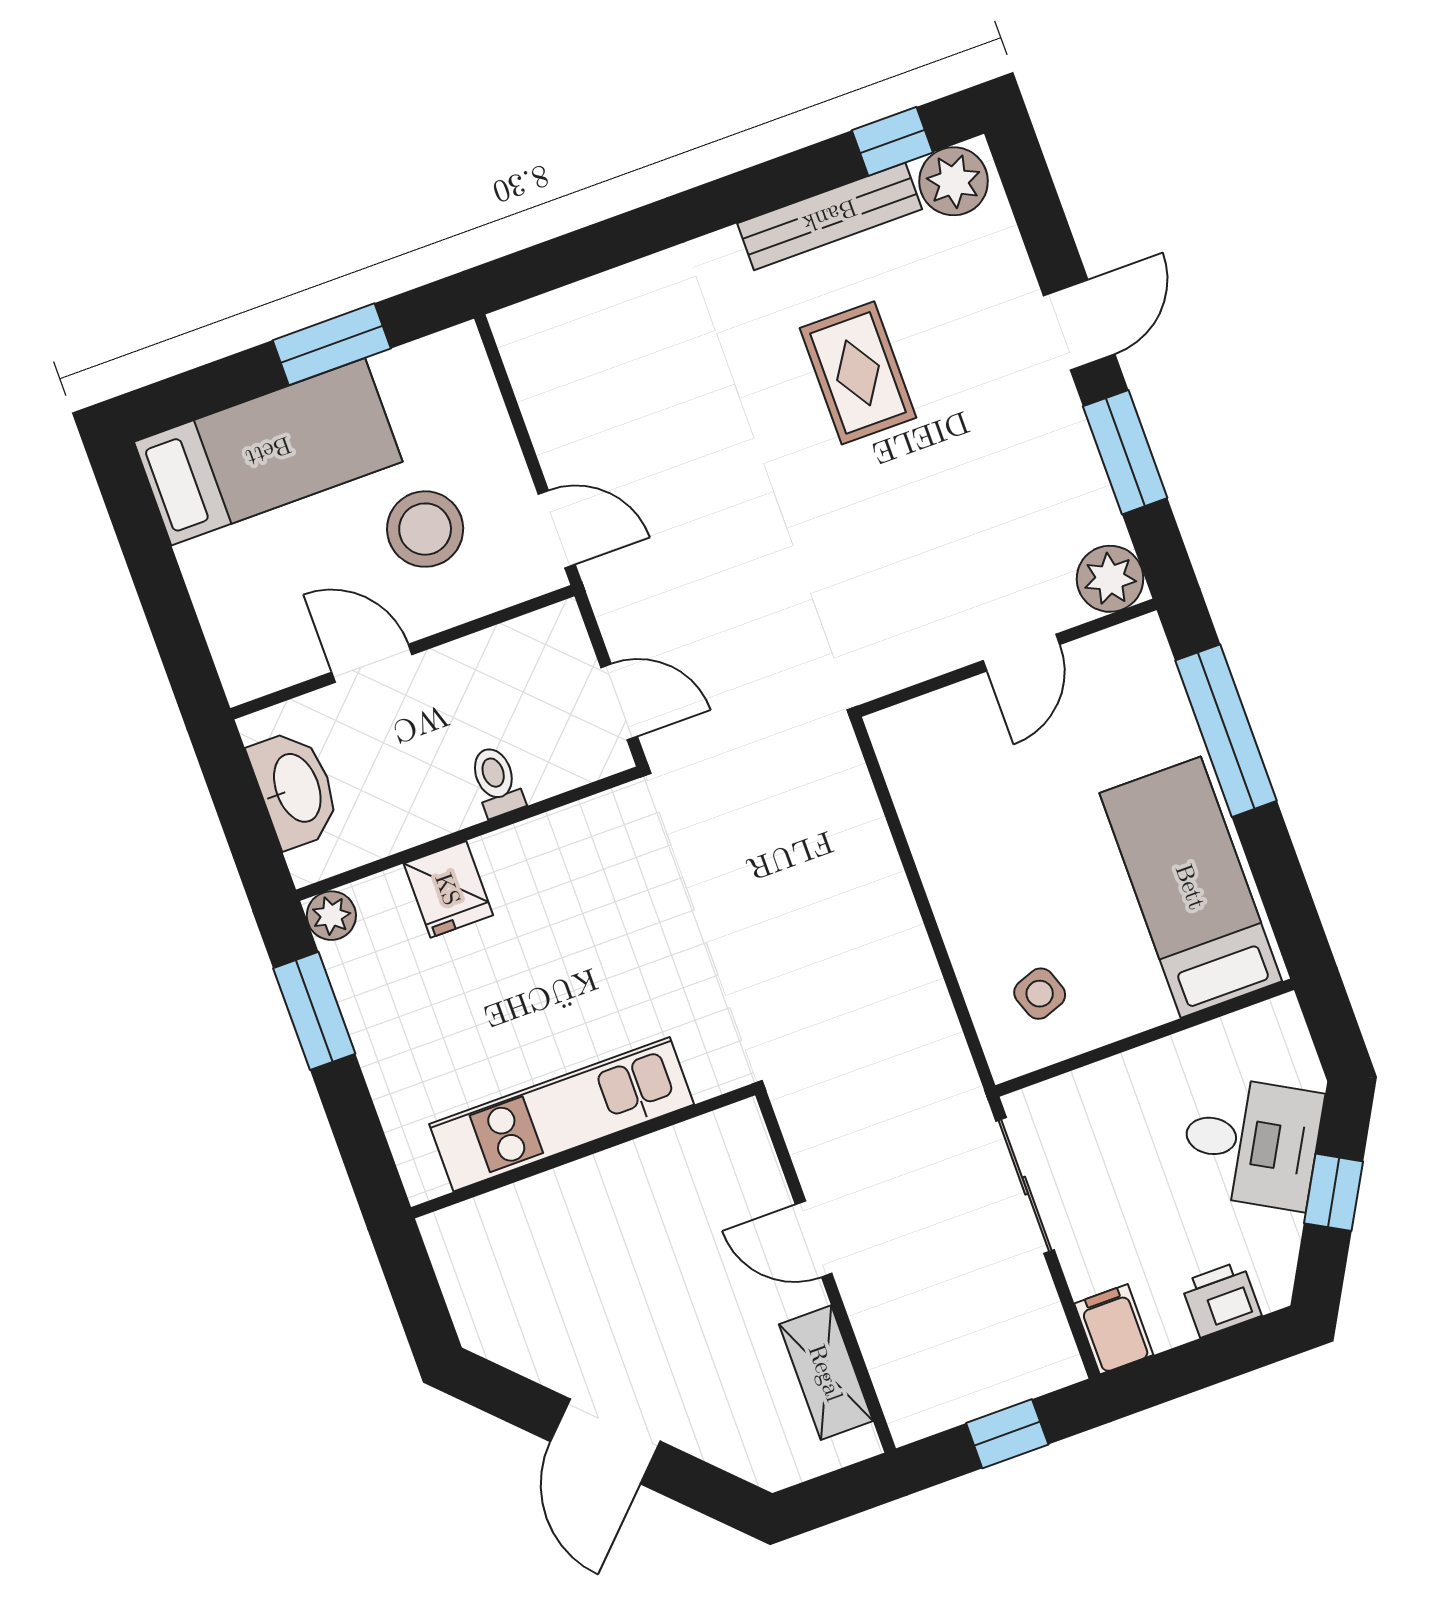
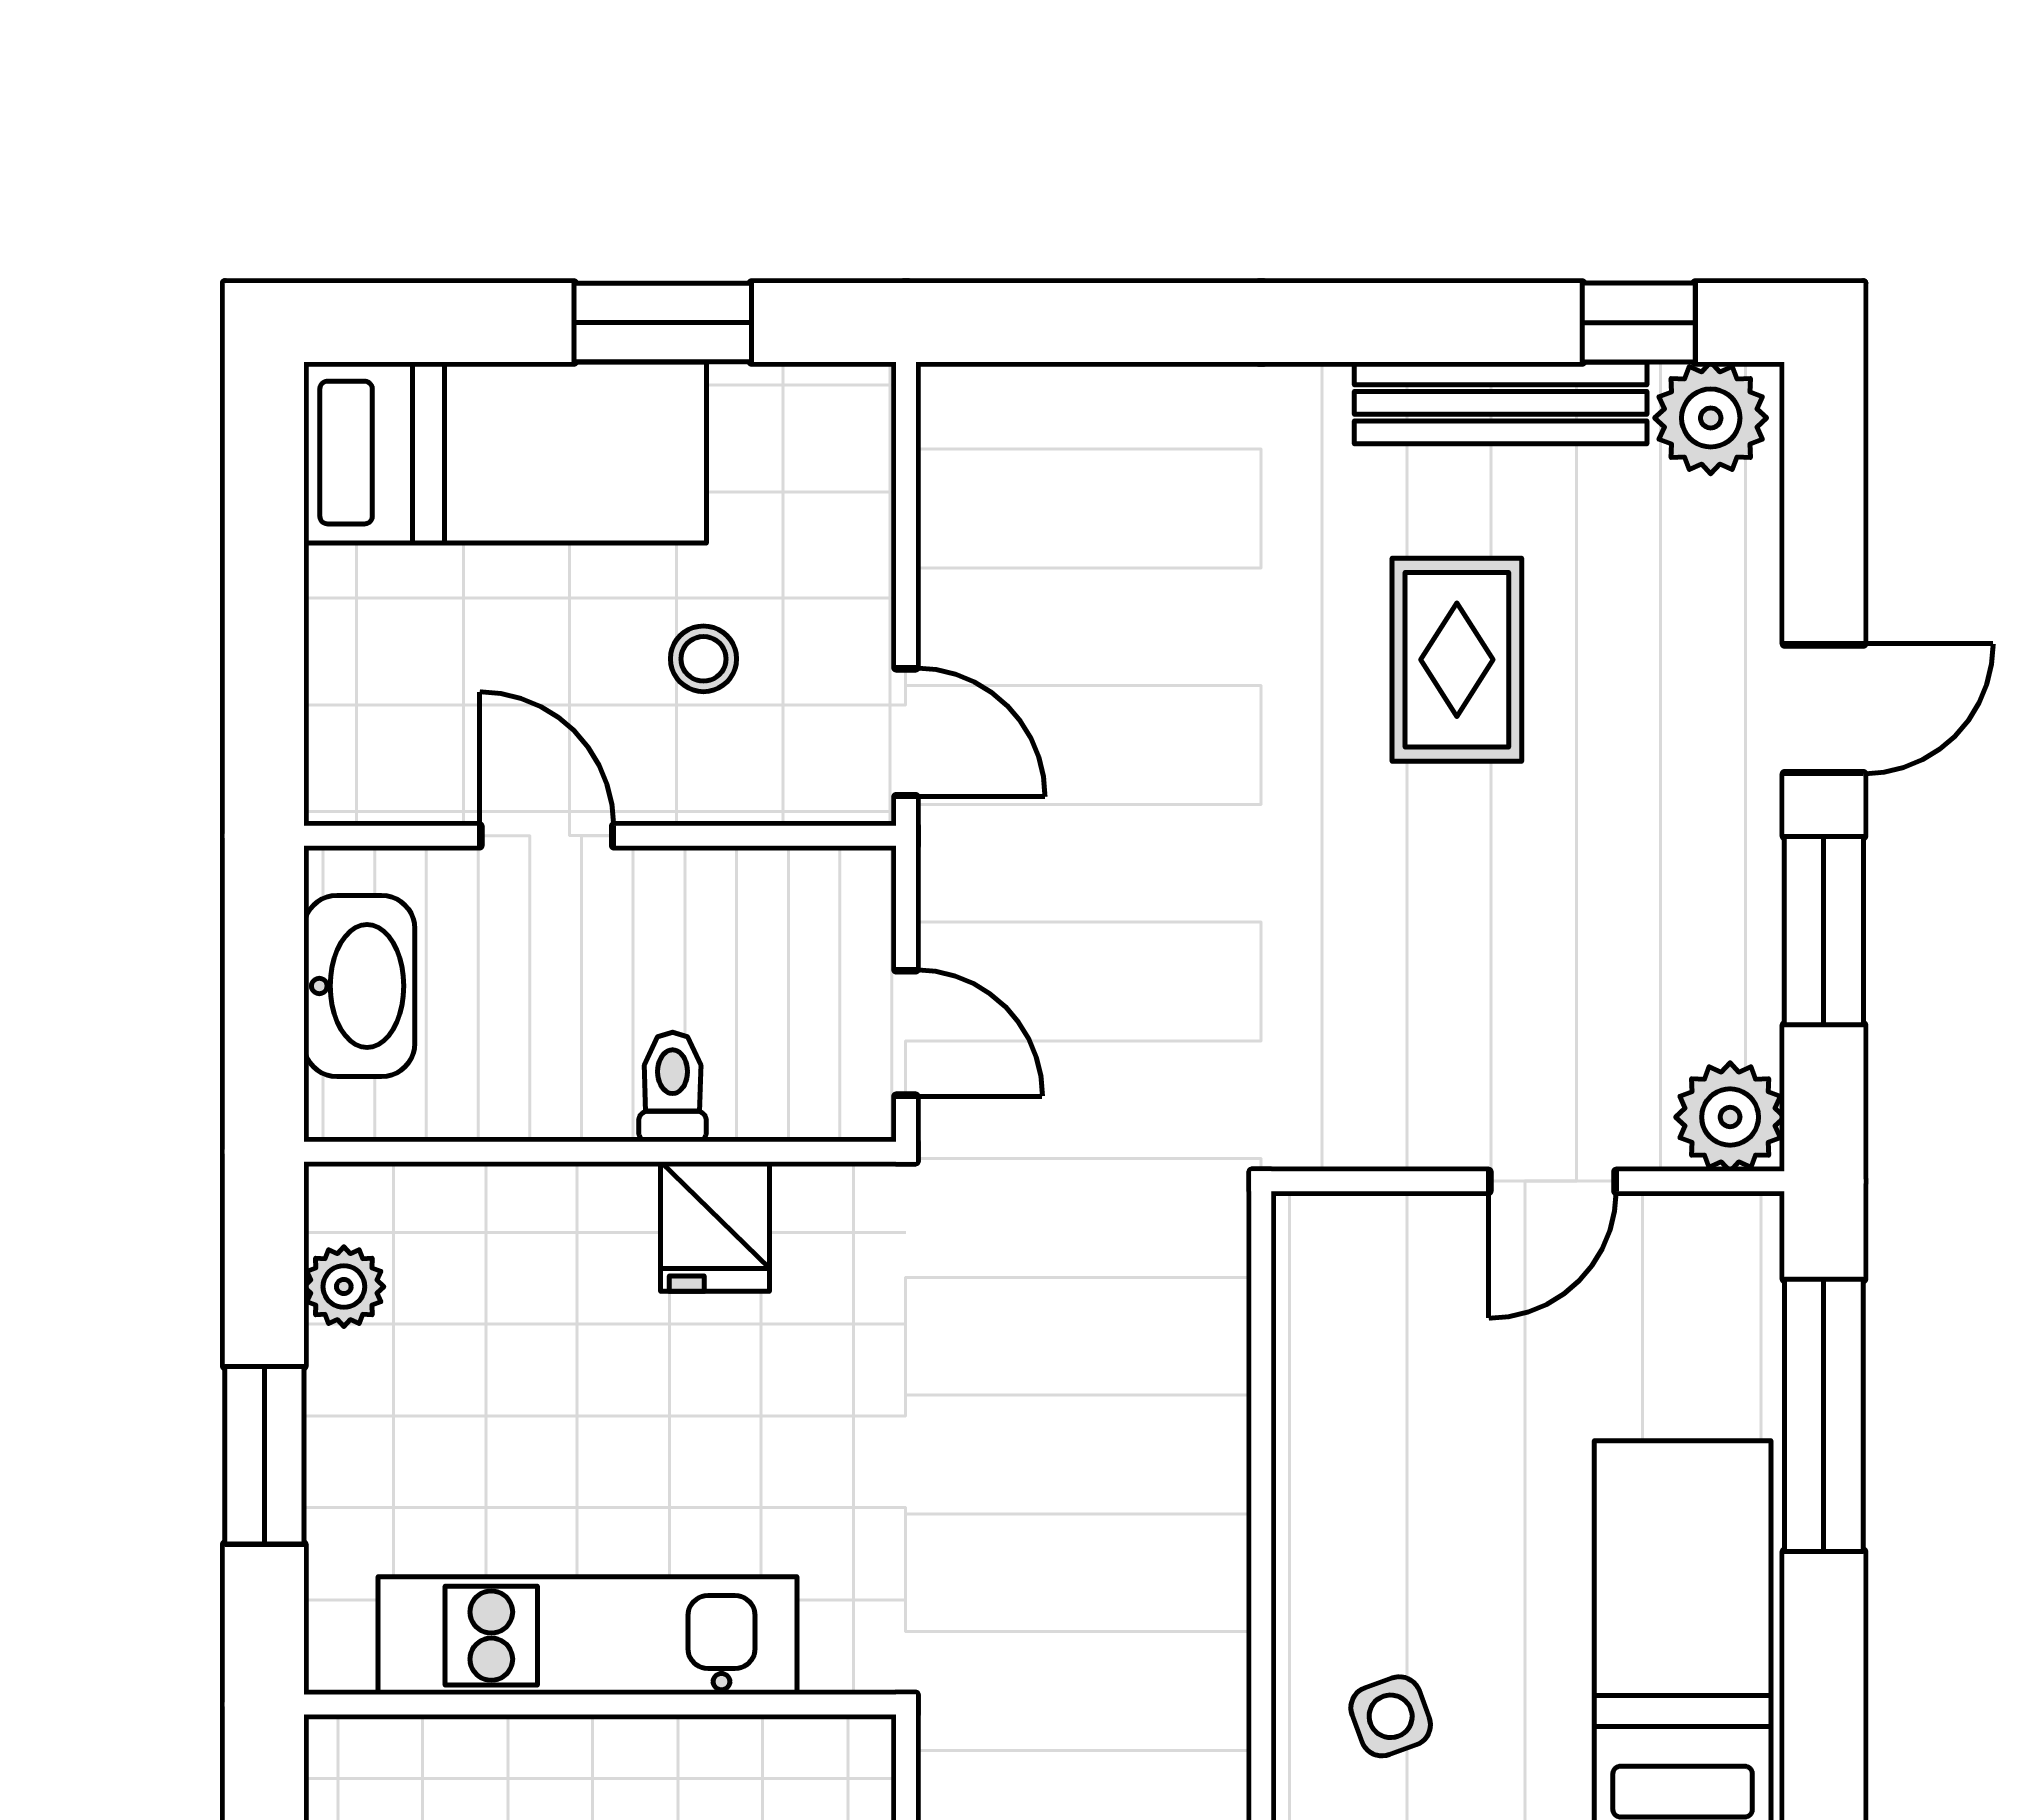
stool: (425, 529) -> (703, 659), width x0.53, depth x0.53
fridge: (448, 889) -> (715, 1226), moved
plant: (331, 916) -> (344, 1287), moved
window: (314, 1011) -> (264, 1455), moved

